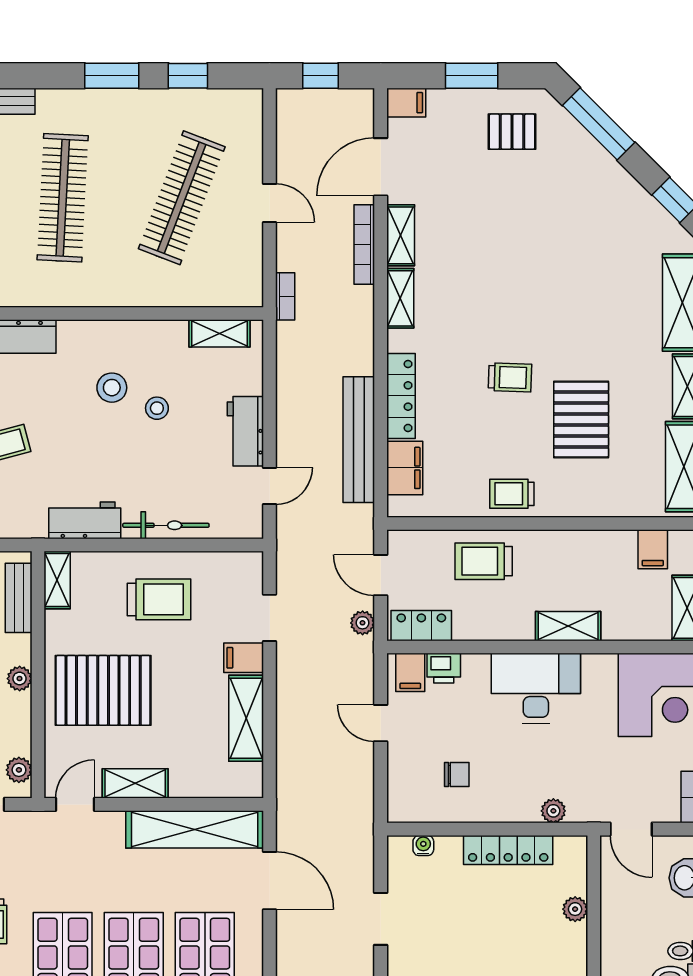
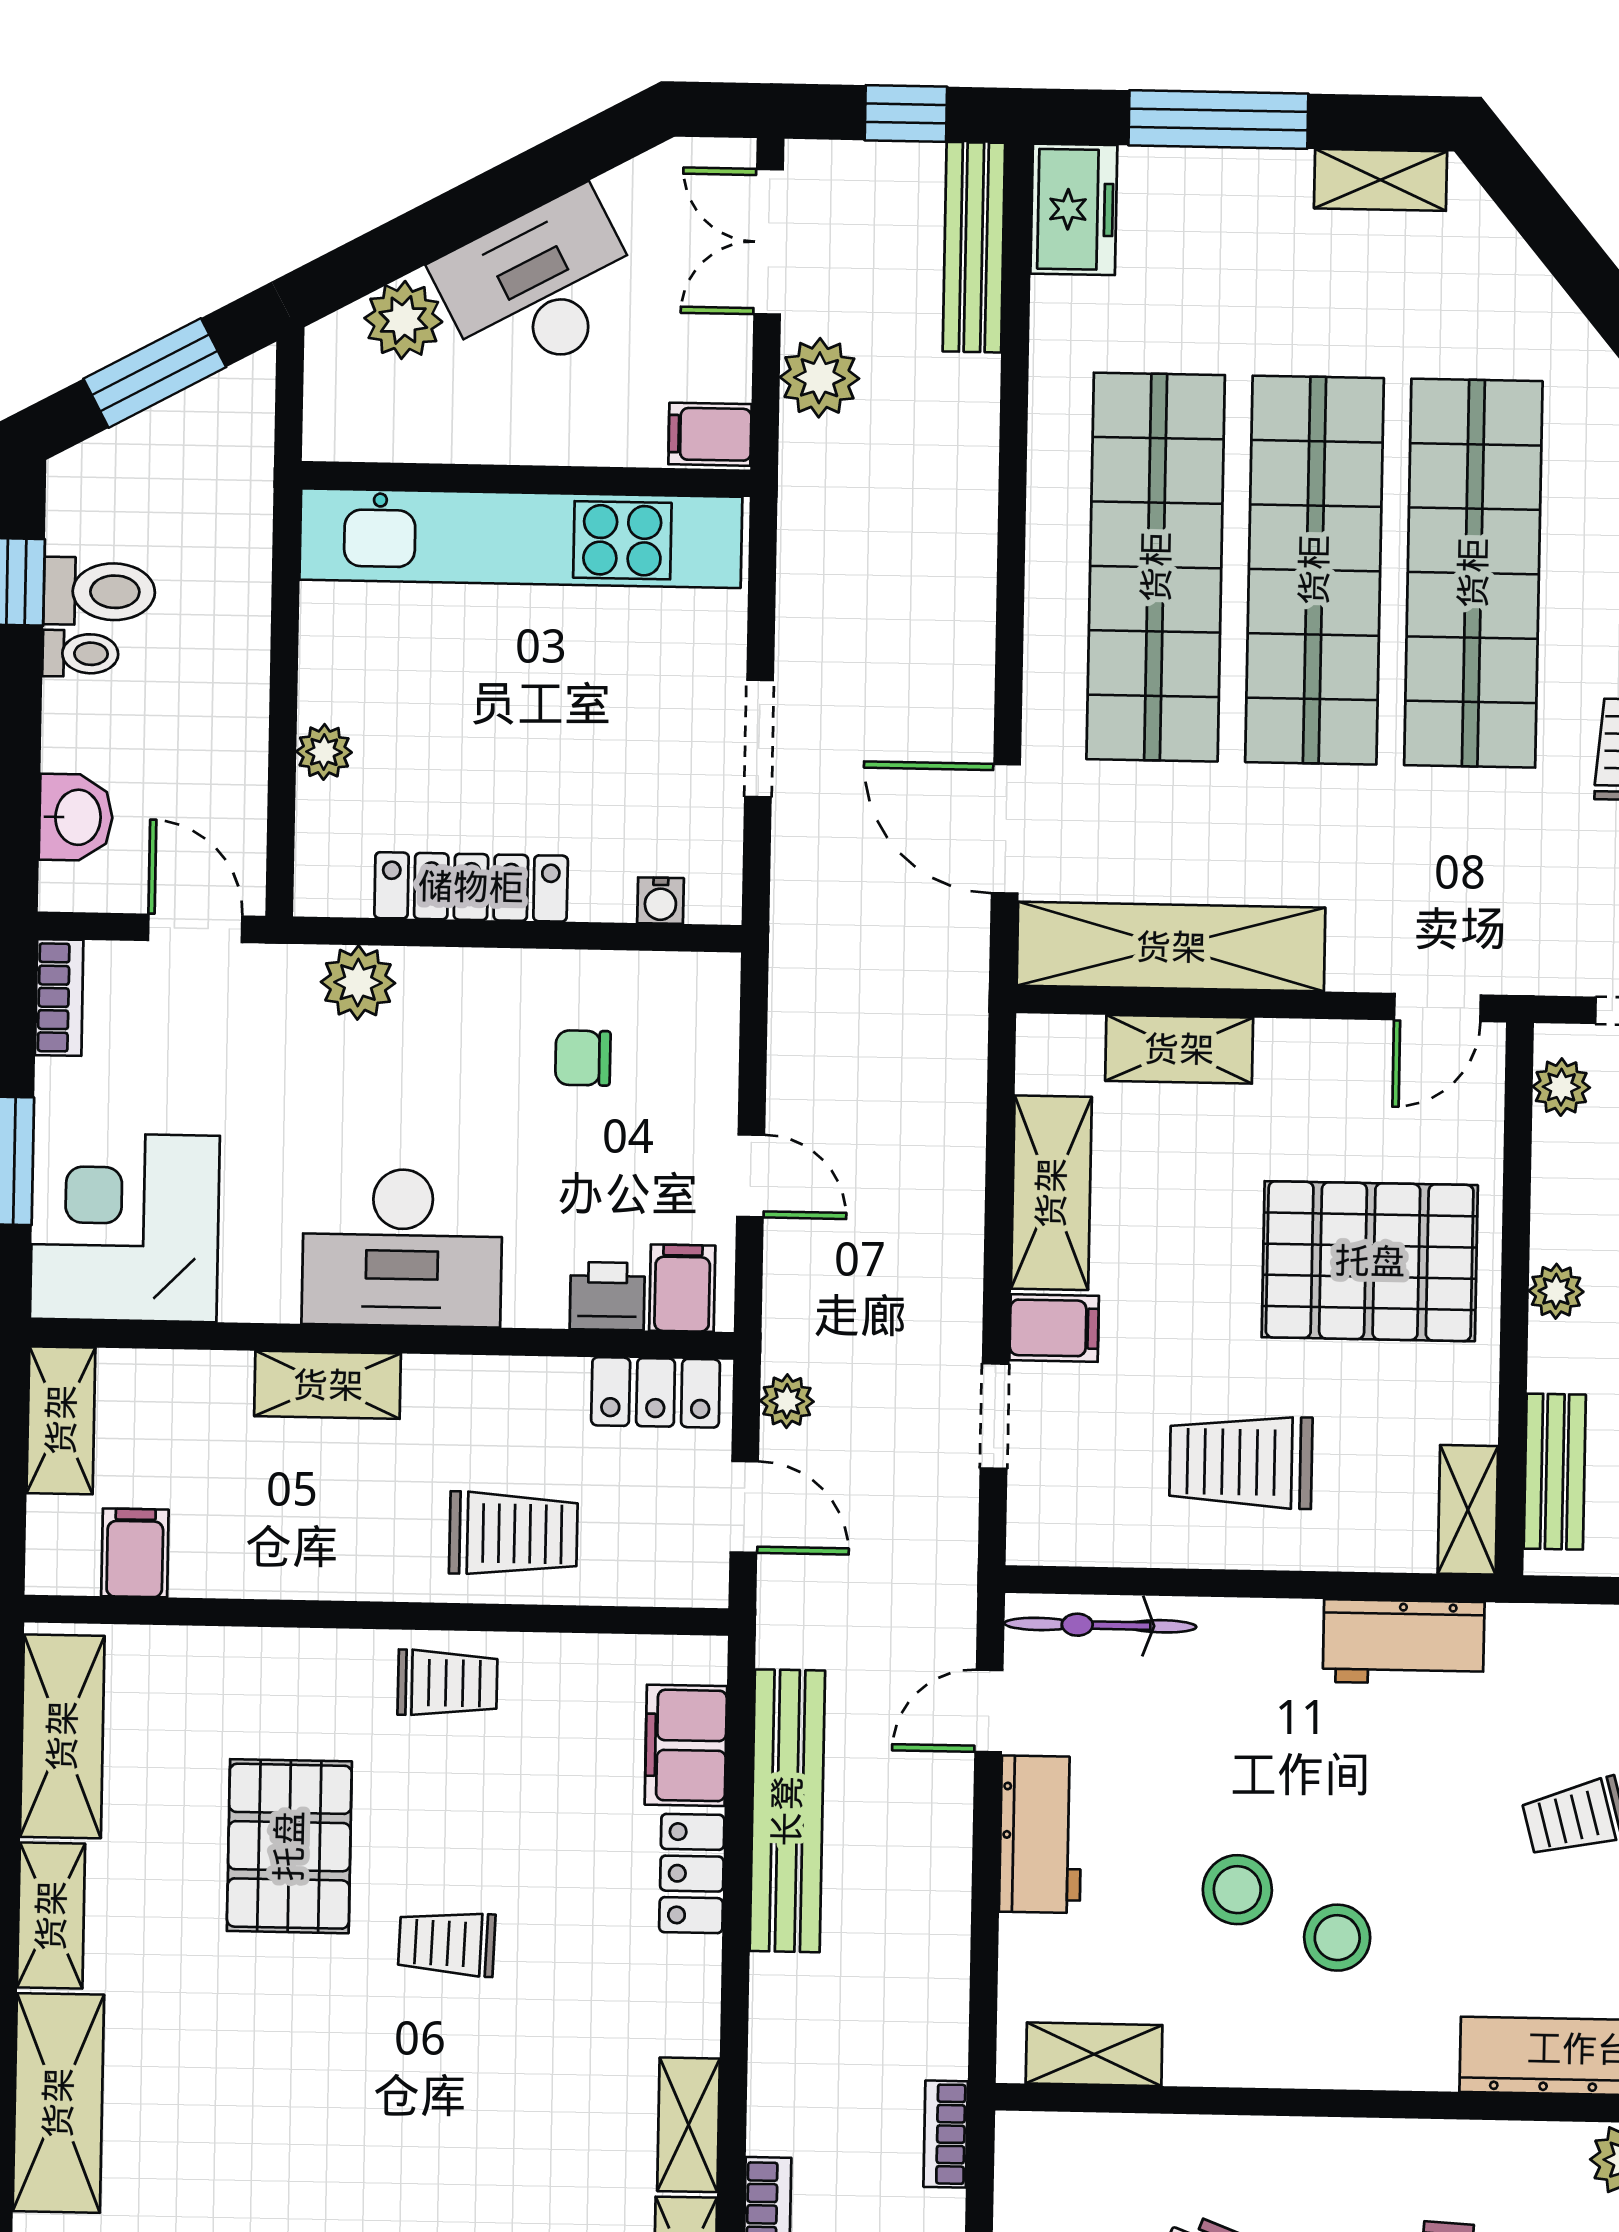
locker: (401, 396) -> (692, 1874), width x0.66
stool: (157, 408) -> (1237, 1890), width x1.37, depth x1.37
bicycle: (166, 525) -> (1100, 1625), moved
shelving: (135, 783) -> (1179, 1049), moved
plant: (553, 811) -> (358, 982), width x1.38, depth x1.38

